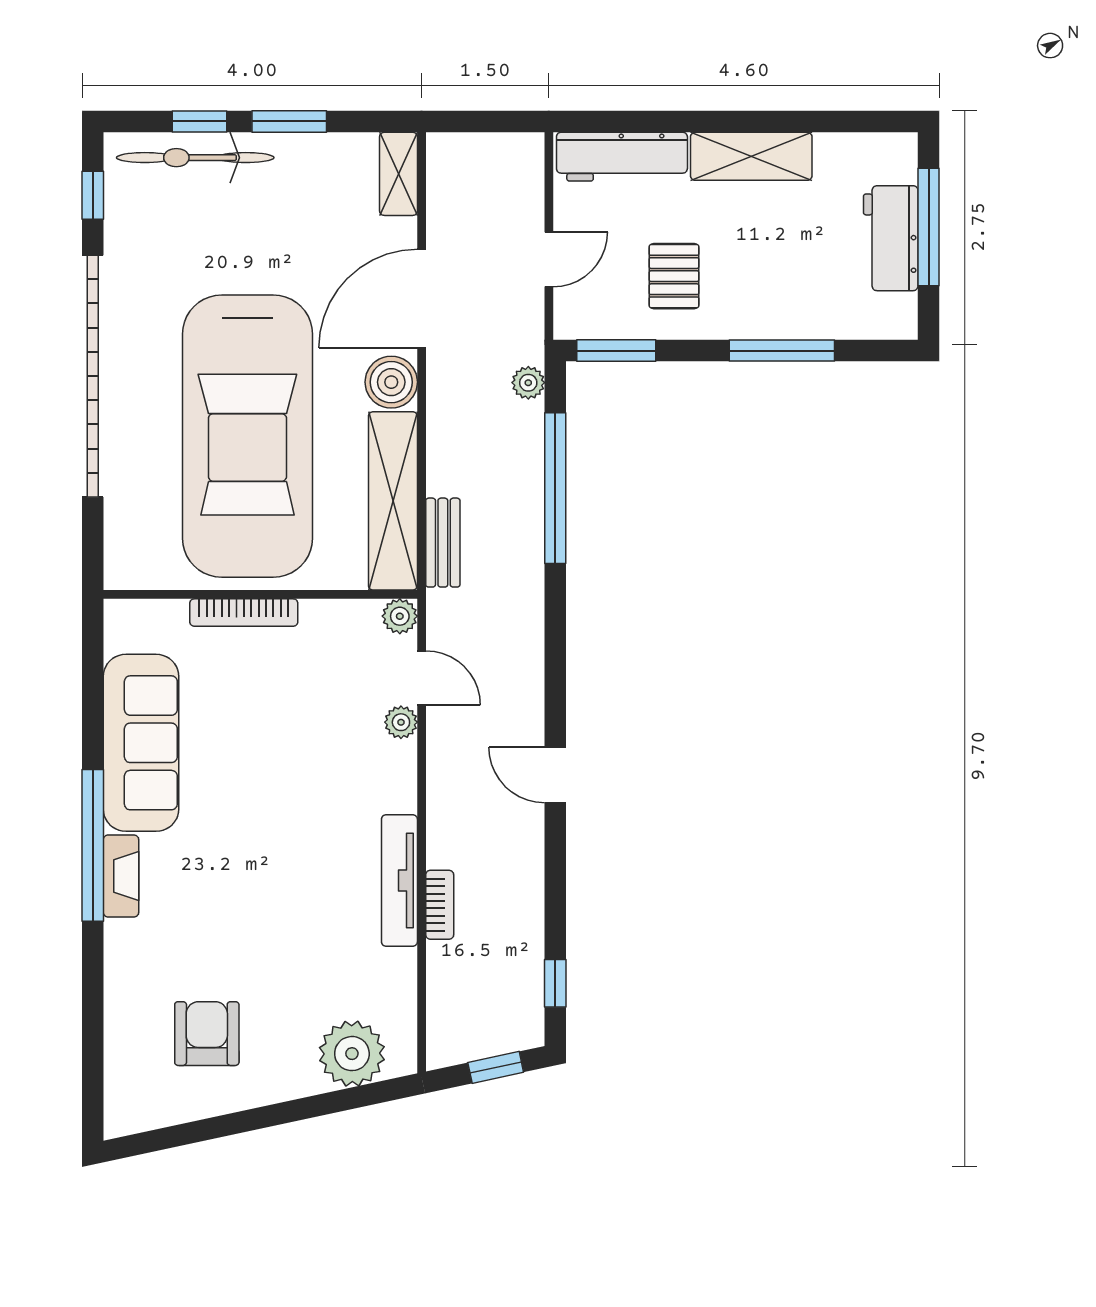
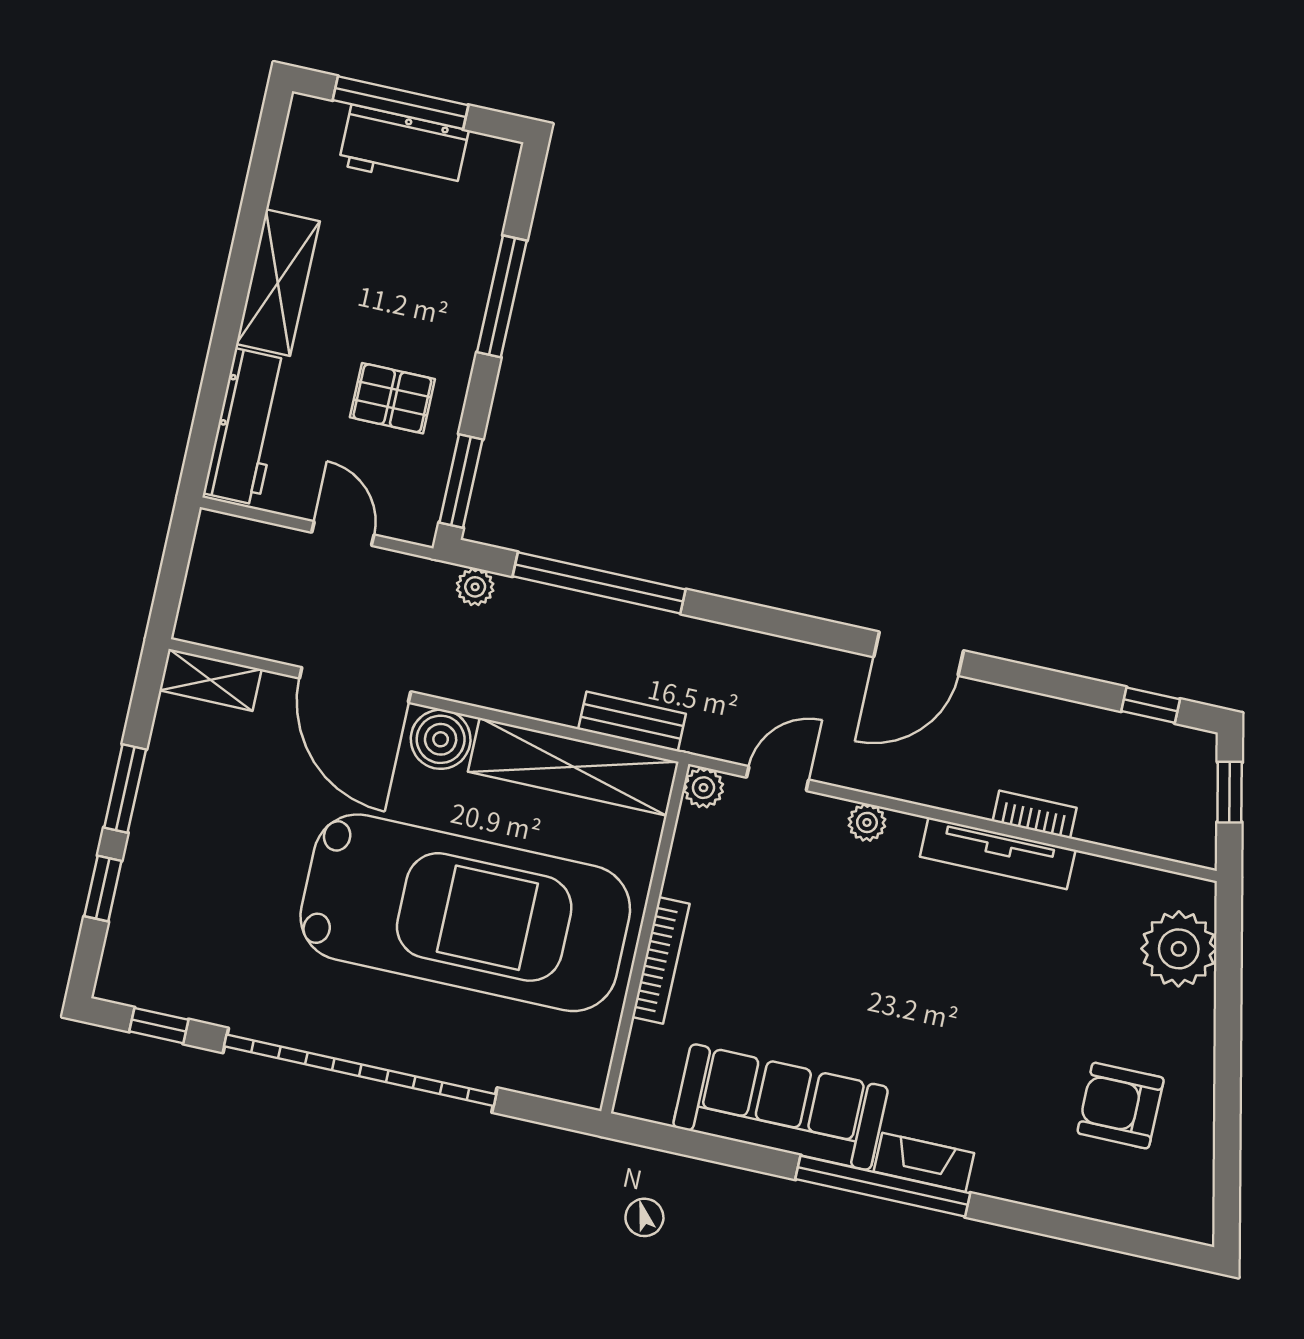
bicycle: (195, 158) -> (142, 902), removed
plant: (401, 722) -> (867, 822), moved
door: (555, 775) -> (919, 654), width x1.38

